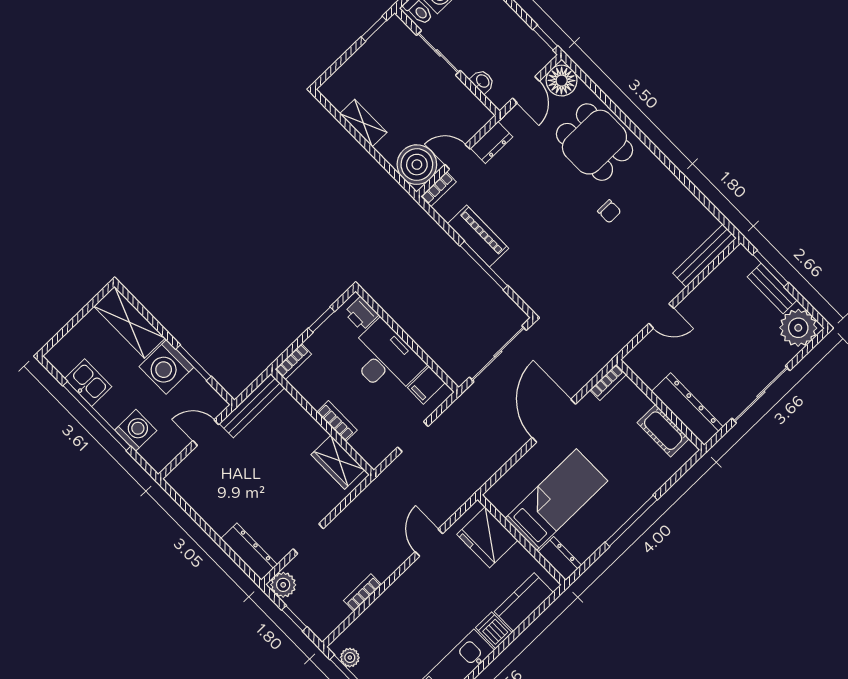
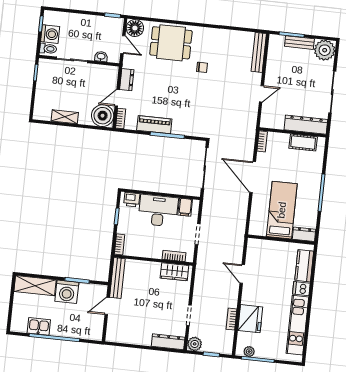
bookcase: (337, 421) -> (174, 256), moved
washing machine: (136, 430) -> (76, 330), removed
fridge: (487, 537) -> (250, 319), moved, turned -90

